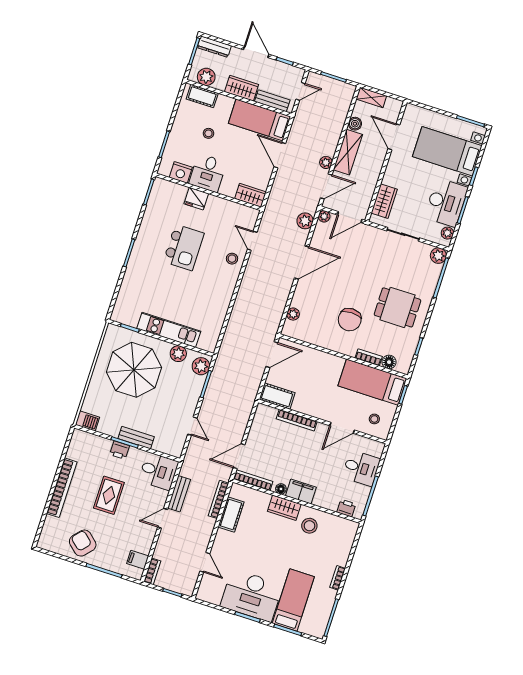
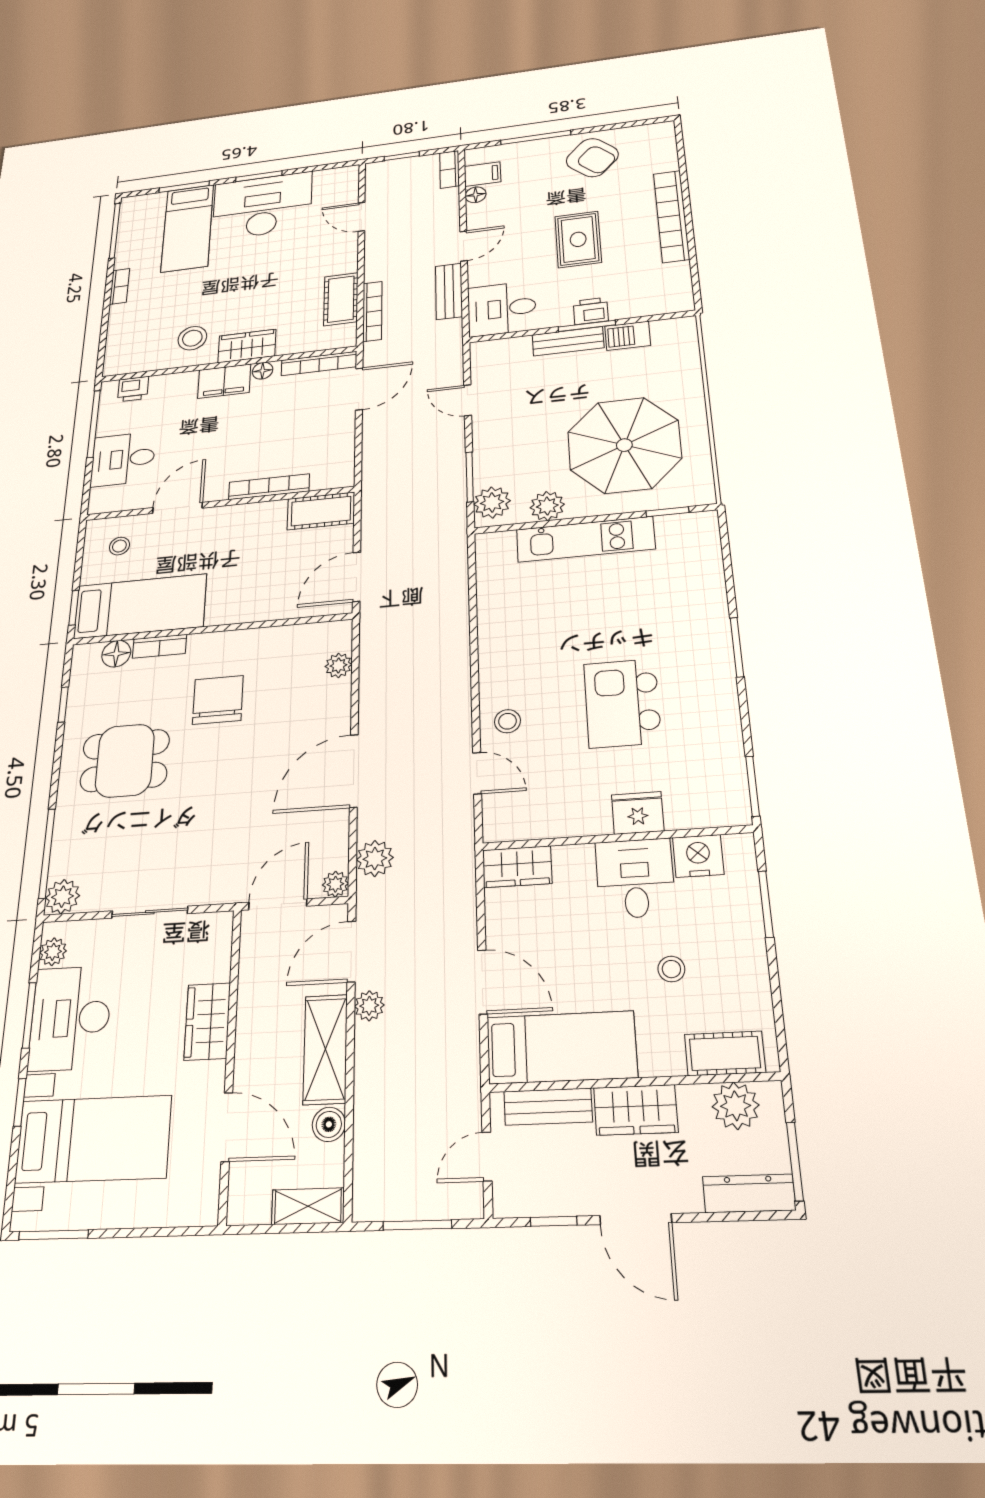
wardrobe: (384, 201) -> (207, 1021), moved
barbecue: (87, 421) -> (628, 336), moved
floor lamp: (146, 548) -> (476, 195), added

